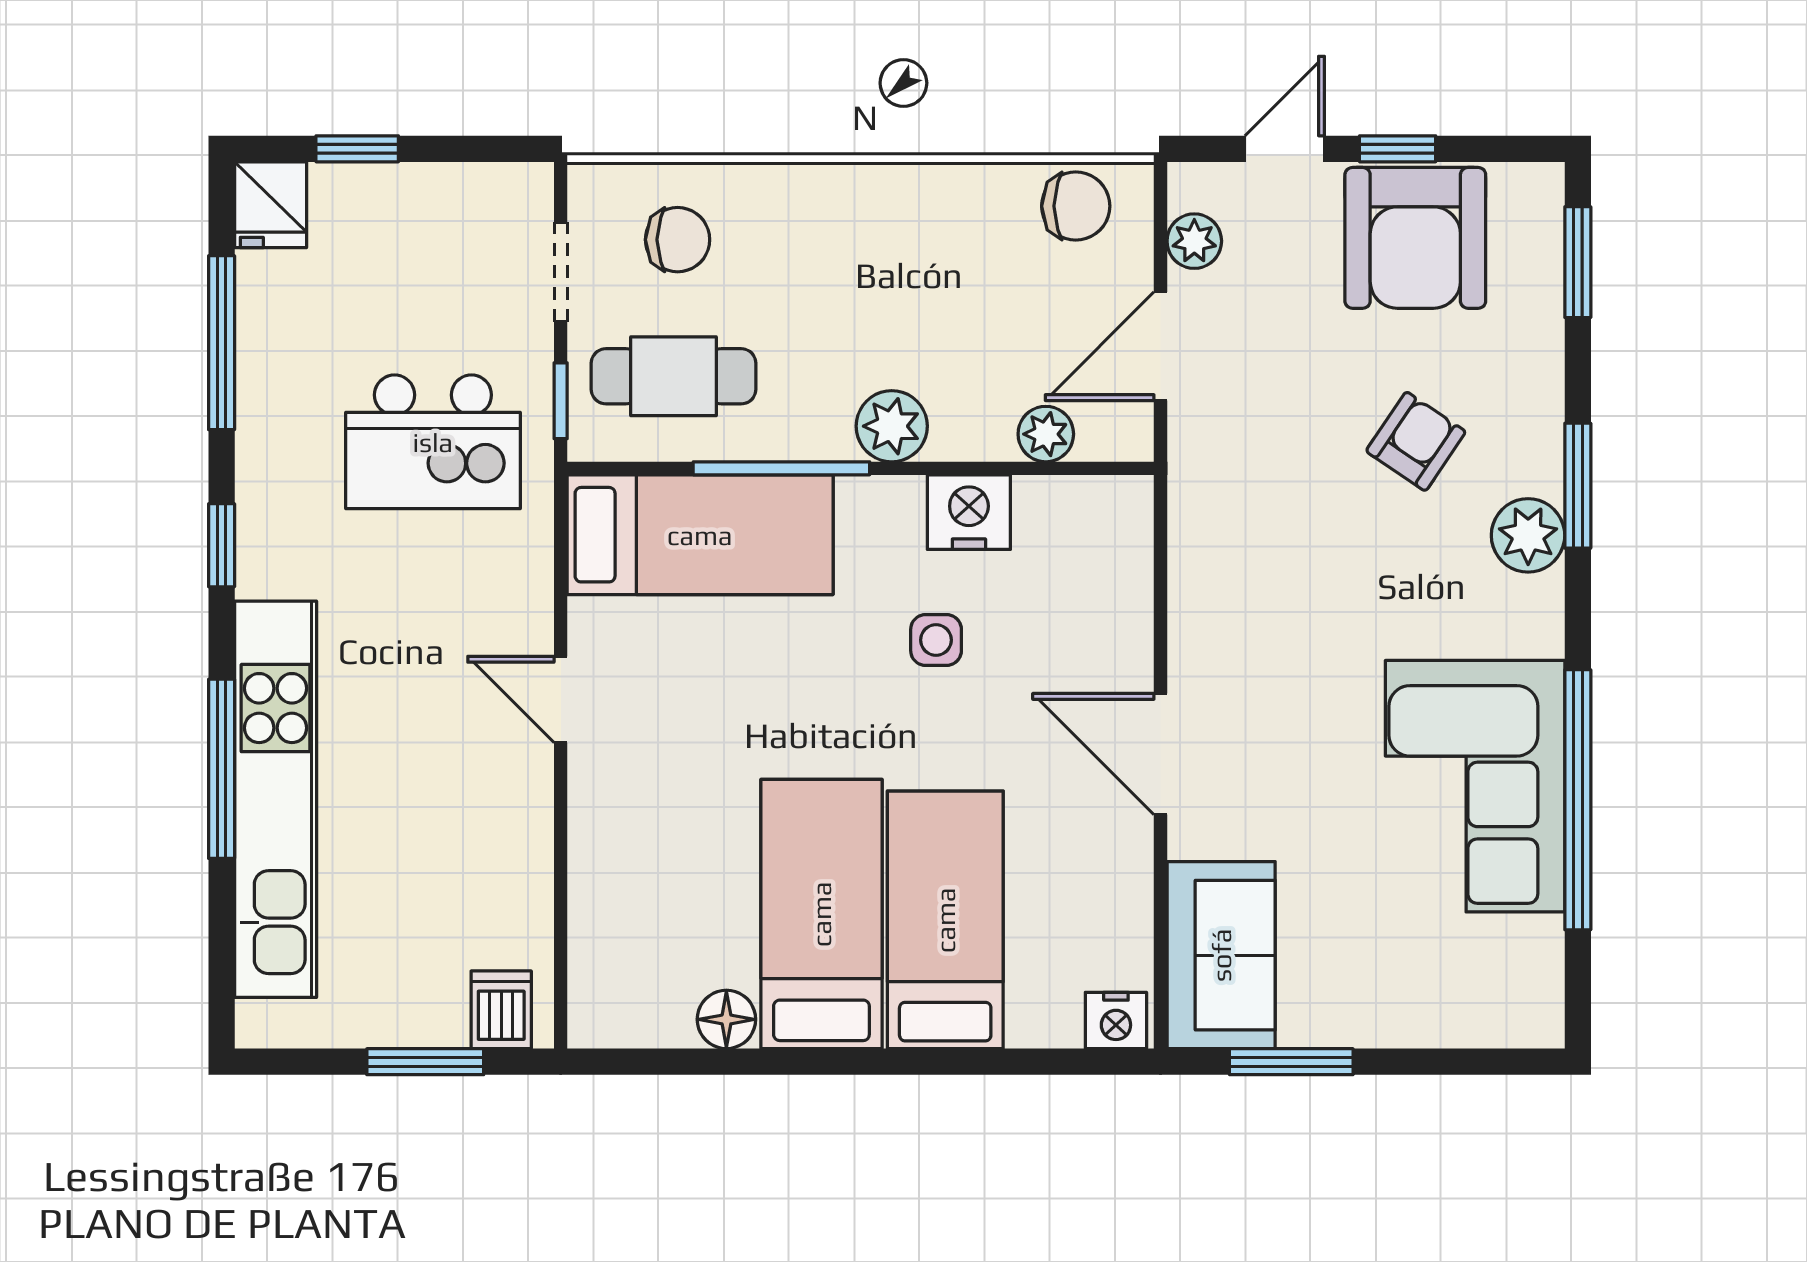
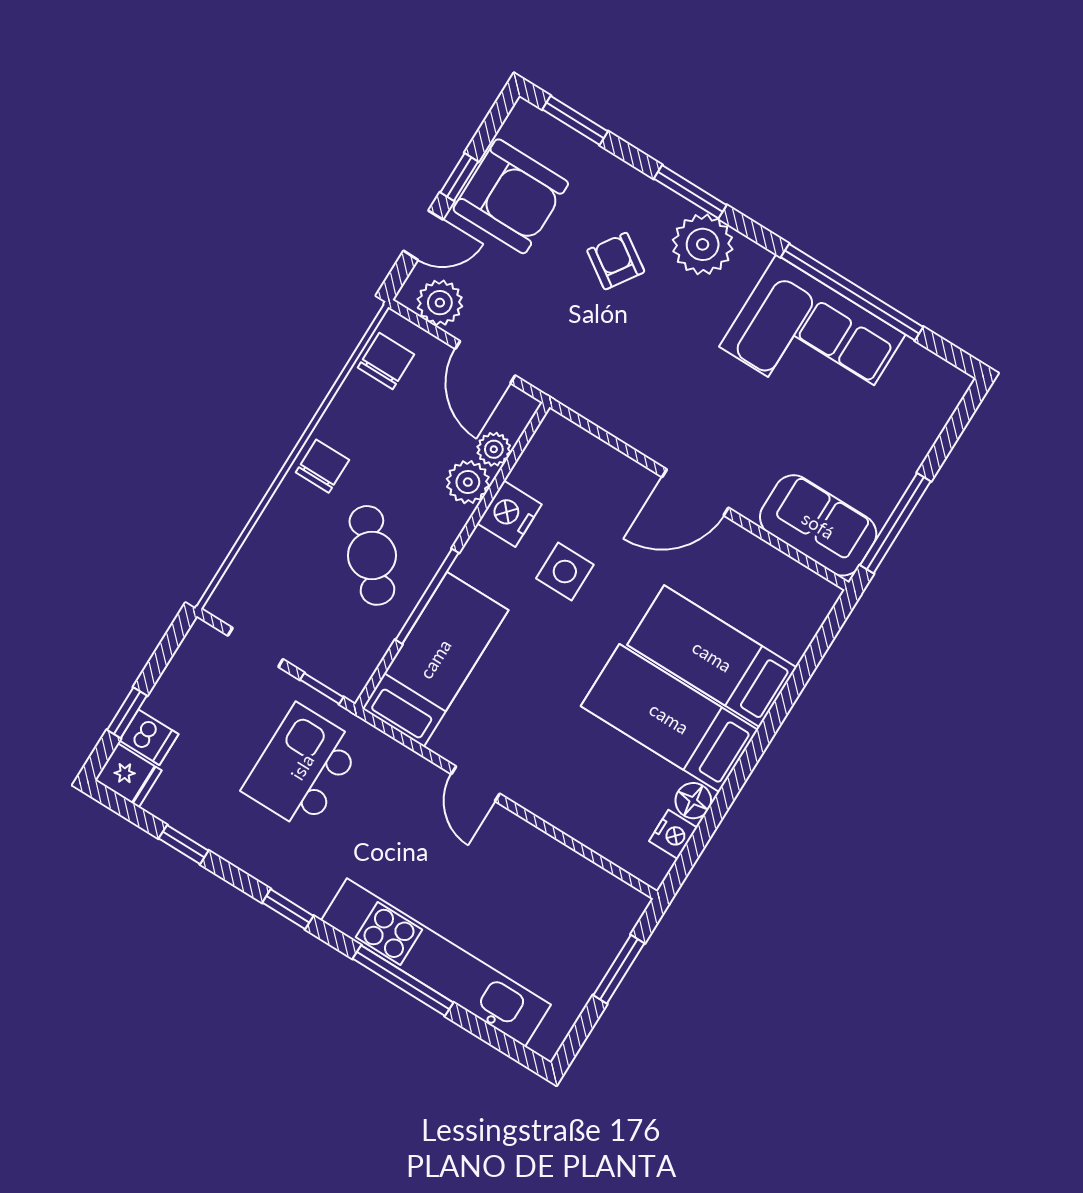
door: (1285, 149) -> (423, 235), swing flipped
chair: (678, 240) -> (322, 466), moved
plant: (1194, 241) -> (440, 303), width x1.38, depth x1.38
window: (222, 343) -> (184, 845), width x0.46
cafe table: (674, 376) -> (372, 555), moved, turned -41
plant: (892, 426) -> (468, 482), moved
kitchen island: (433, 442) -> (302, 767), turned 180
plant: (1528, 535) -> (703, 244), width x1.36, depth x1.36
side table: (936, 640) -> (565, 572), width x1.37, depth x1.37
door: (561, 699) -> (476, 784), hinge flipped
dishwasher: (501, 1010) -> (149, 737), moved, turned 180
nightstand: (1116, 1020) -> (673, 834), moved
window: (1291, 1062) -> (895, 523), width x1.44

